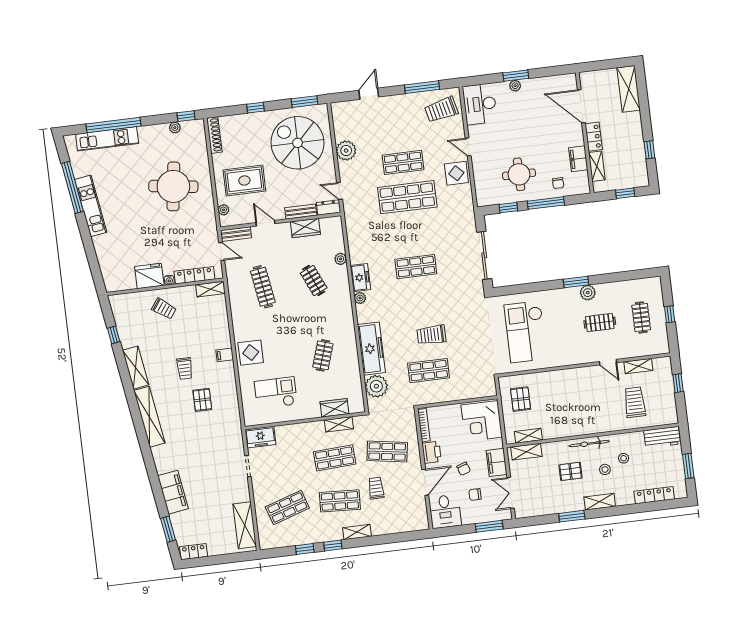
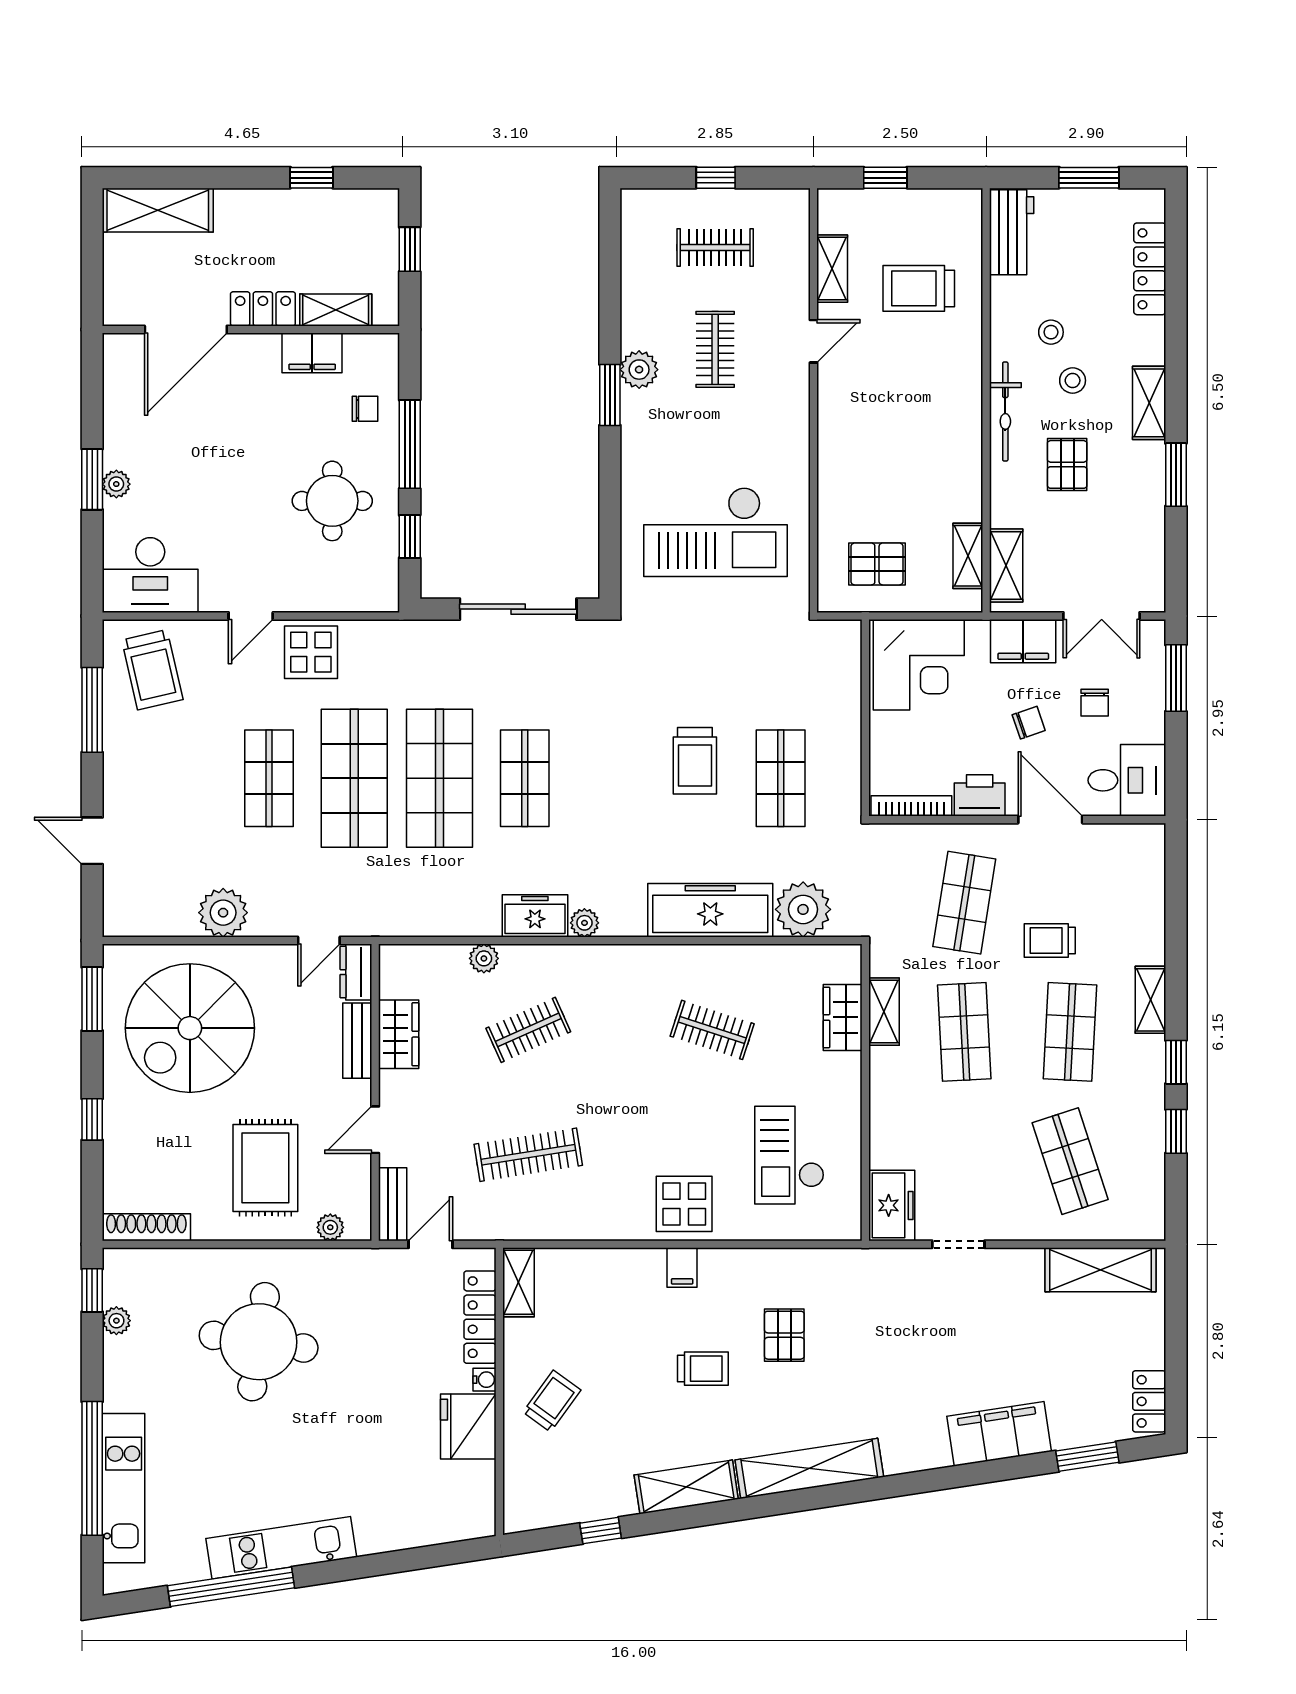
shop shelf: (412, 232) -> (440, 778), added
pallet: (202, 400) -> (784, 1335), turned 90

